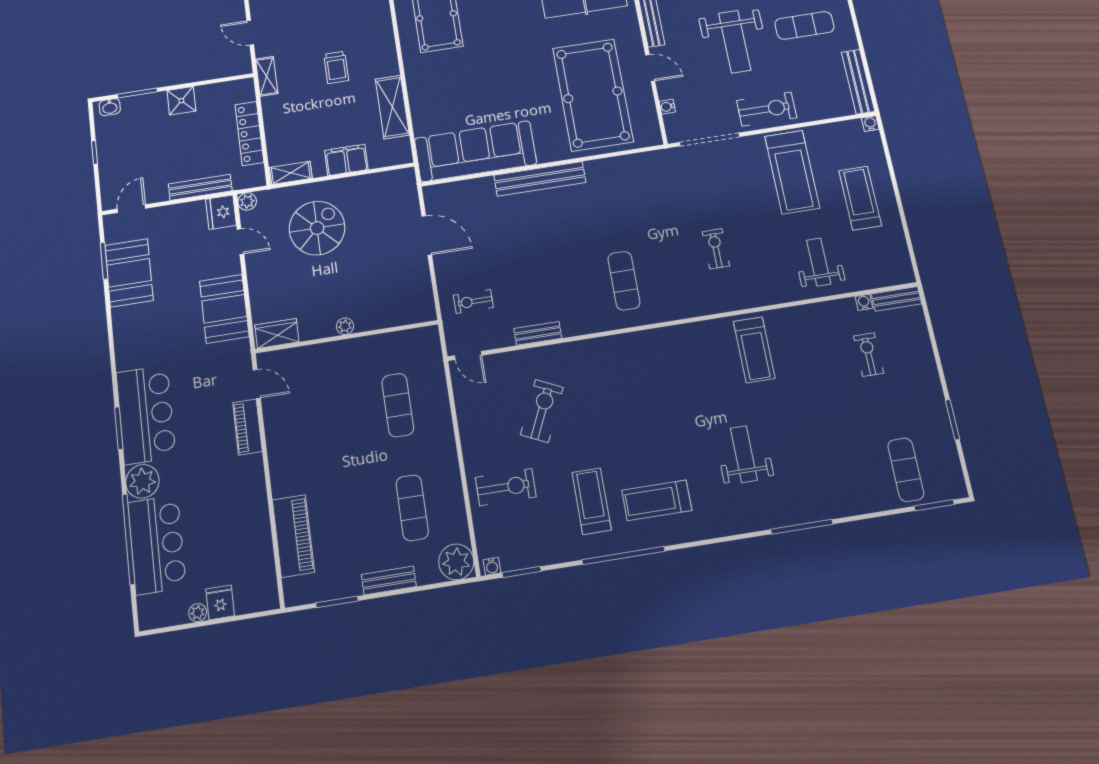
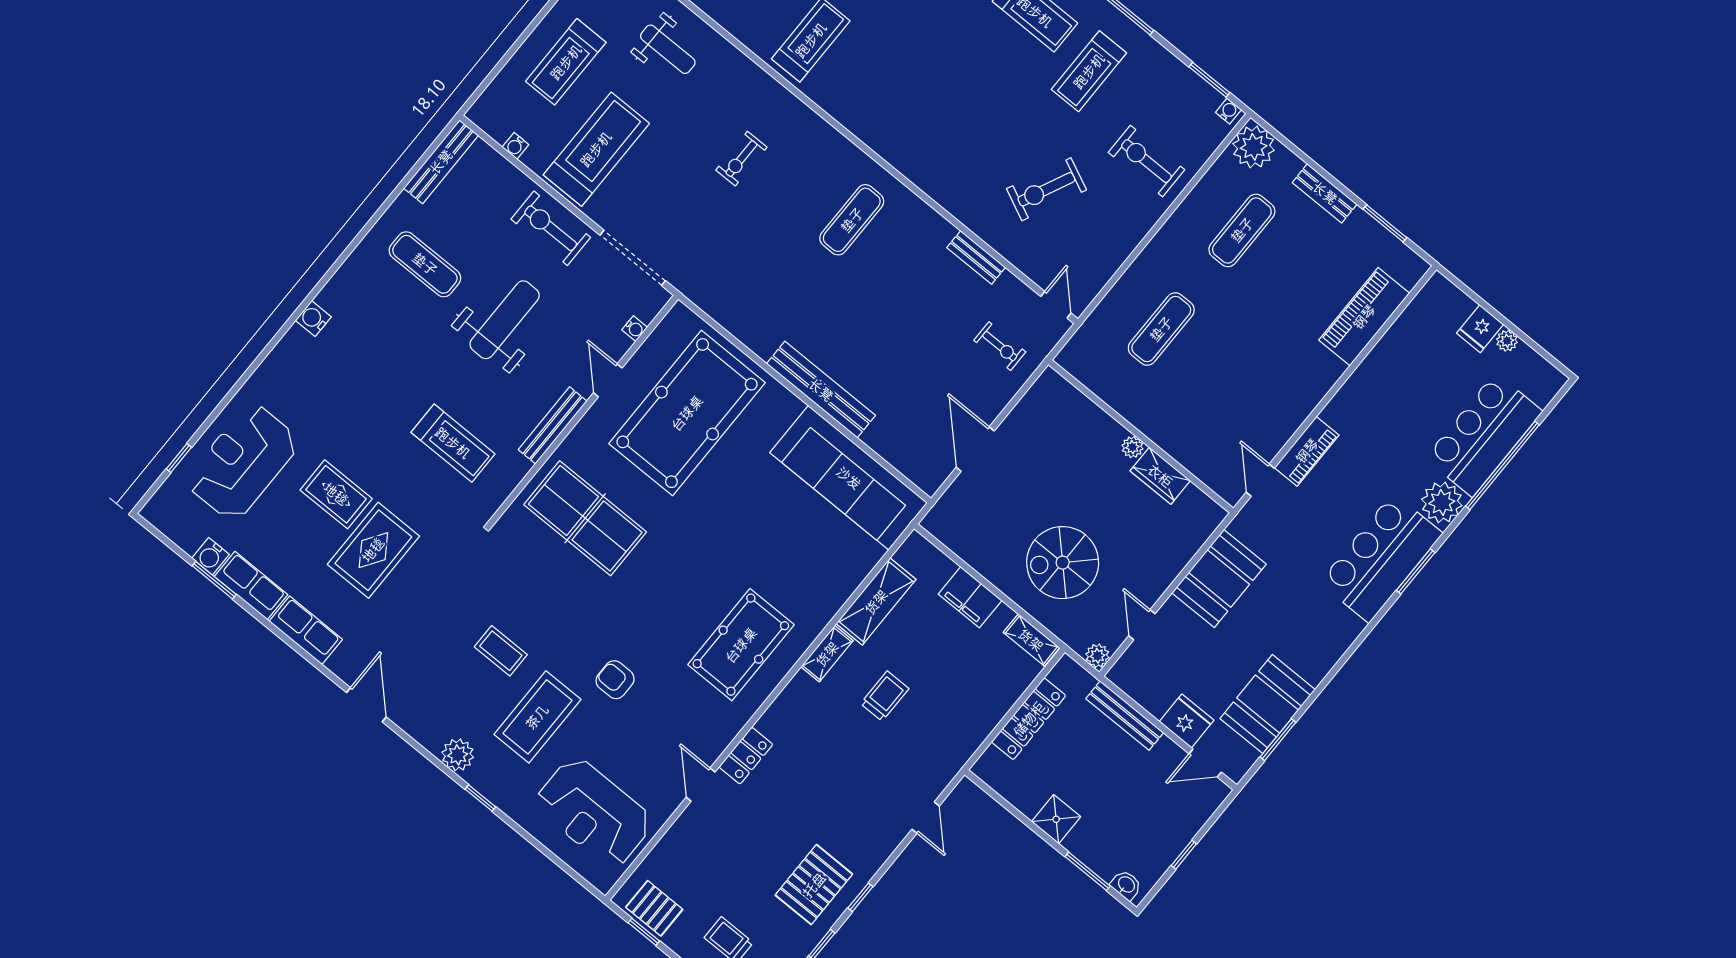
shelving: (267, 76) -> (827, 654), moved
water cooler: (870, 124) -> (515, 146), moved
fridge: (221, 212) -> (1187, 721), moved, turned -90
weight bench: (819, 262) -> (668, 49), turned -90
wardrobe: (277, 333) -> (1160, 476), moved

